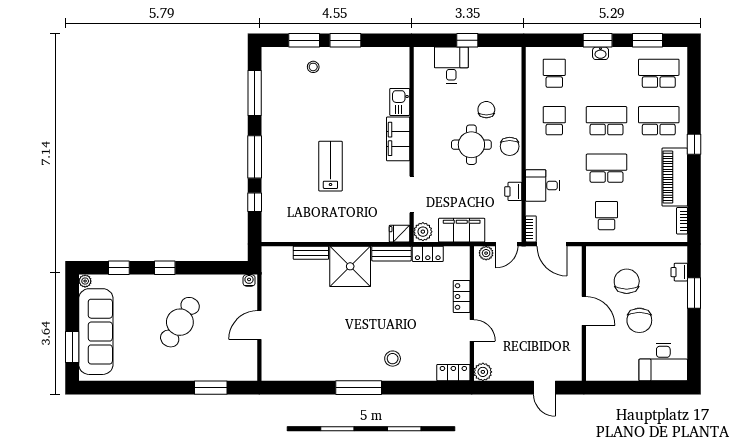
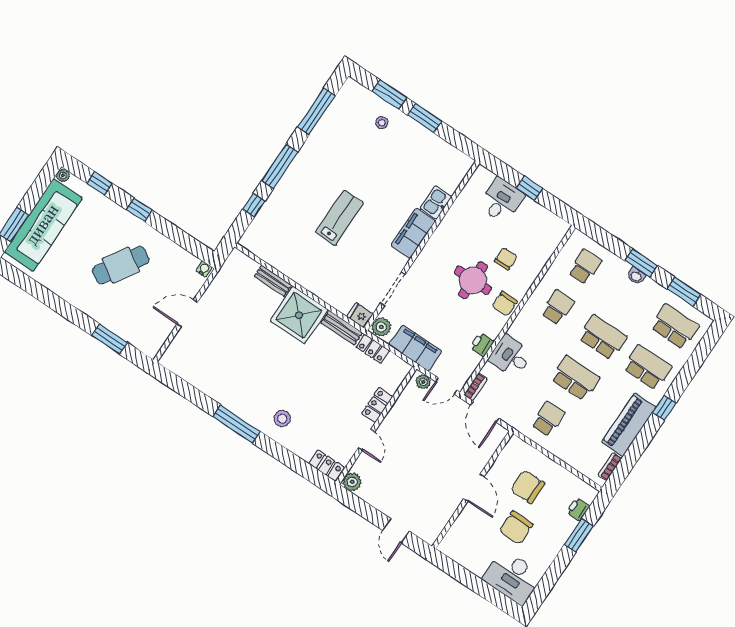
chair: (627, 281) -> (528, 487), turned -90

